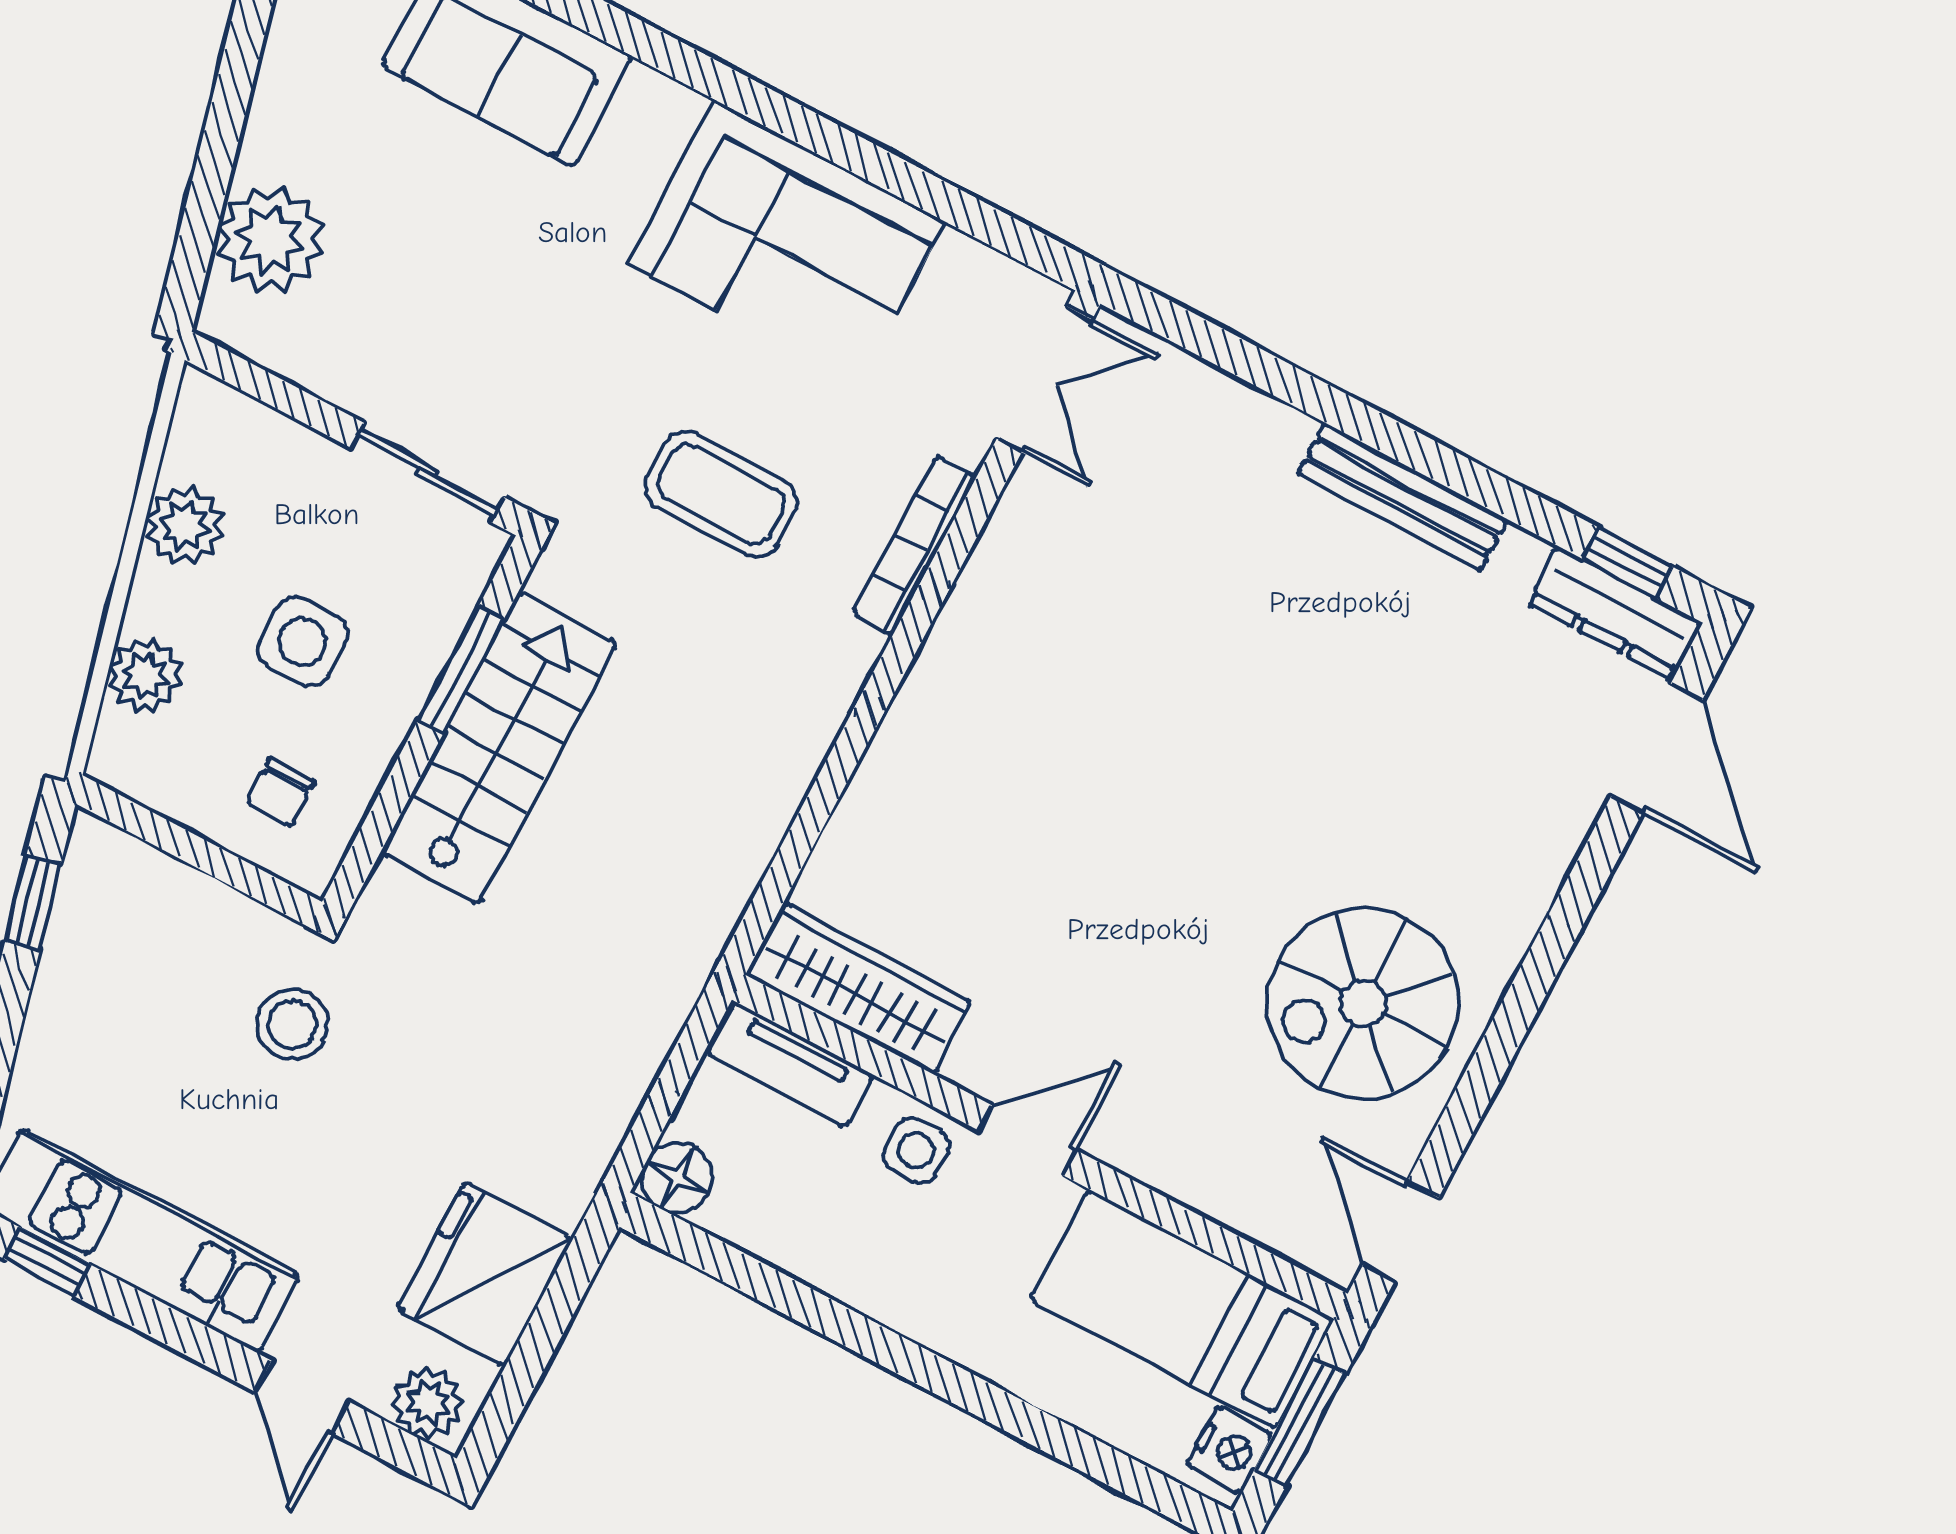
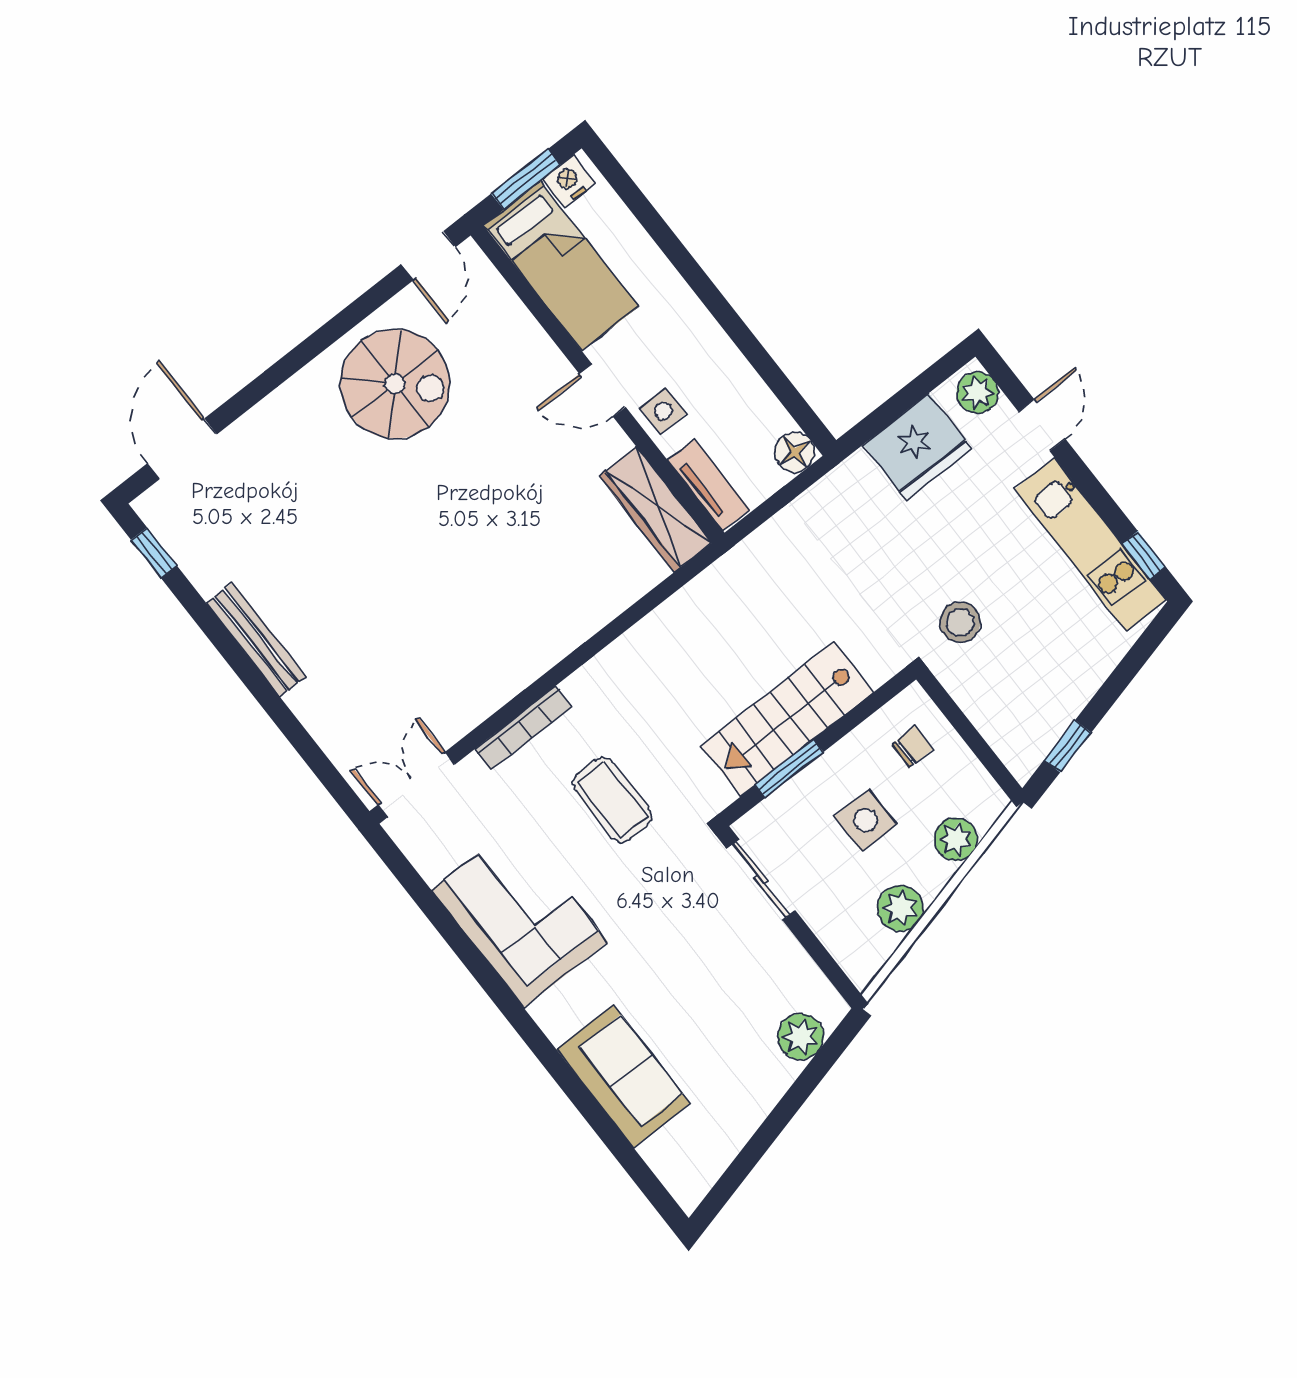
plant: (270, 240) -> (801, 1037), width x0.73, depth x0.73
dresser: (1615, 613) -> (172, 530), removed

